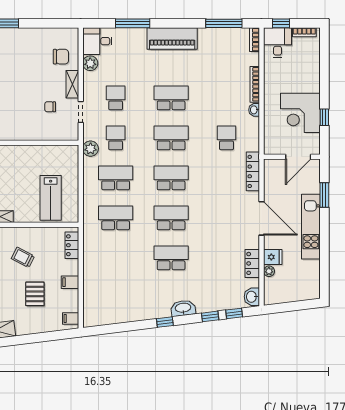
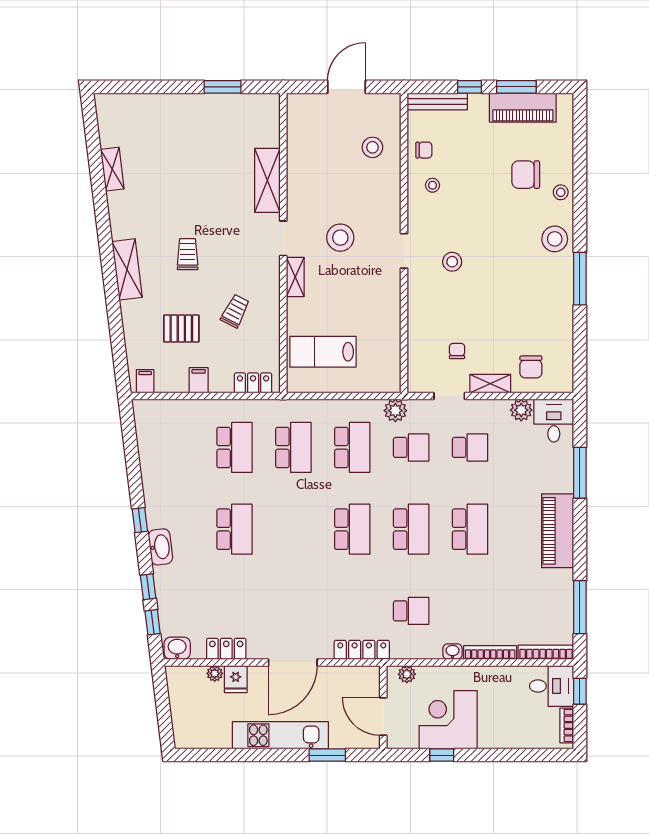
bookcase: (255, 40) -> (546, 652), width x1.56
plant: (269, 141) -> (407, 674), added
school desk: (171, 218) -> (235, 447), moved

